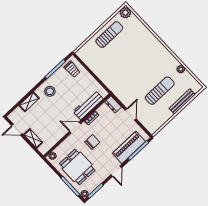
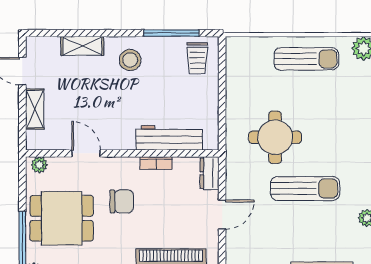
round table: (124, 71) -> (275, 137), added
sun lounger: (160, 91) -> (305, 188), moved
door: (75, 128) -> (86, 153), moved
dining table: (77, 167) -> (62, 218), turned 90

